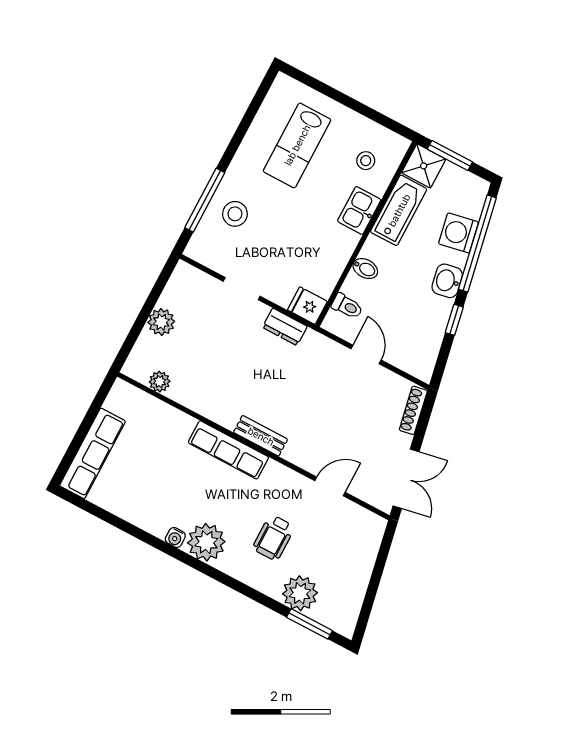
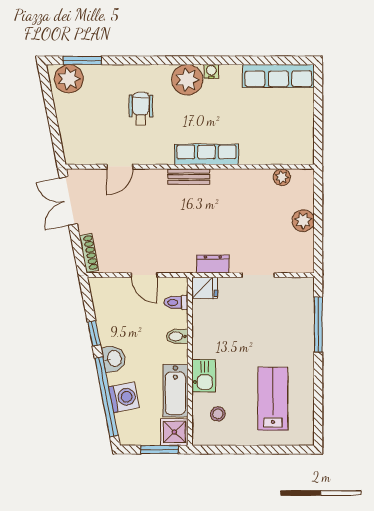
stool: (235, 214) -> (291, 326), removed
row of seats: (93, 453) -> (278, 76), moved, turned -90
plant: (300, 593) -> (69, 79), moved

